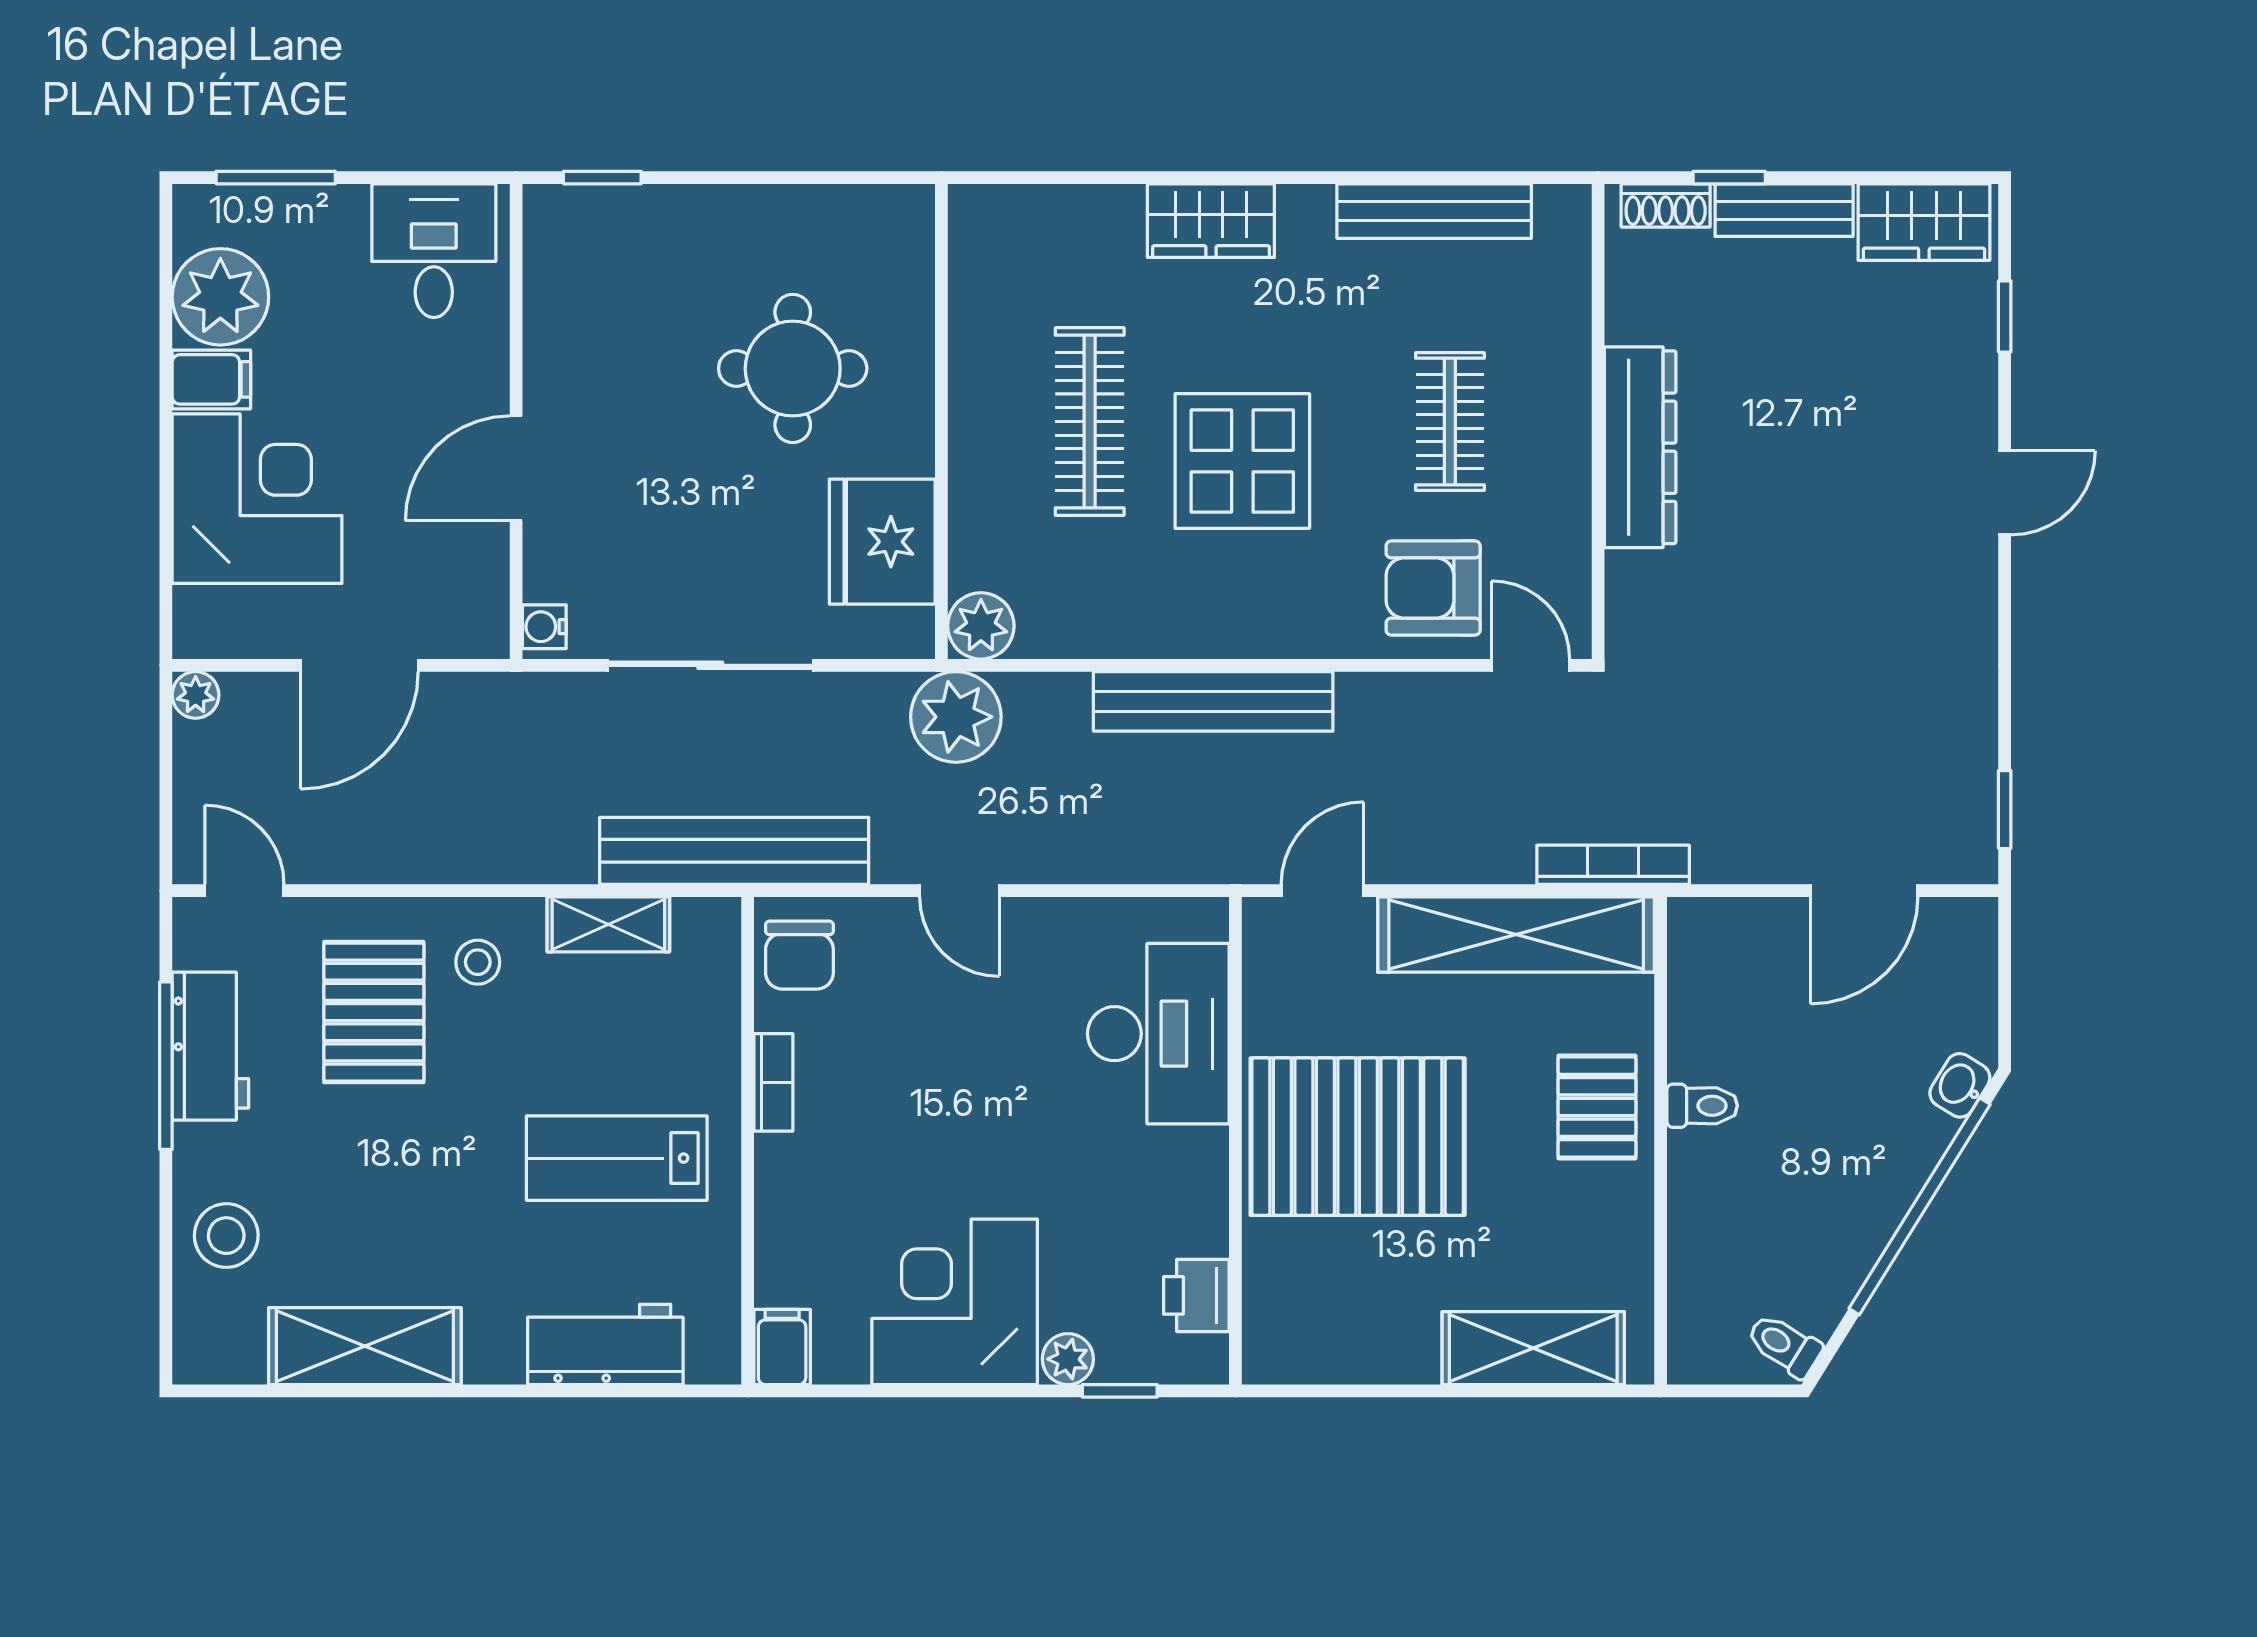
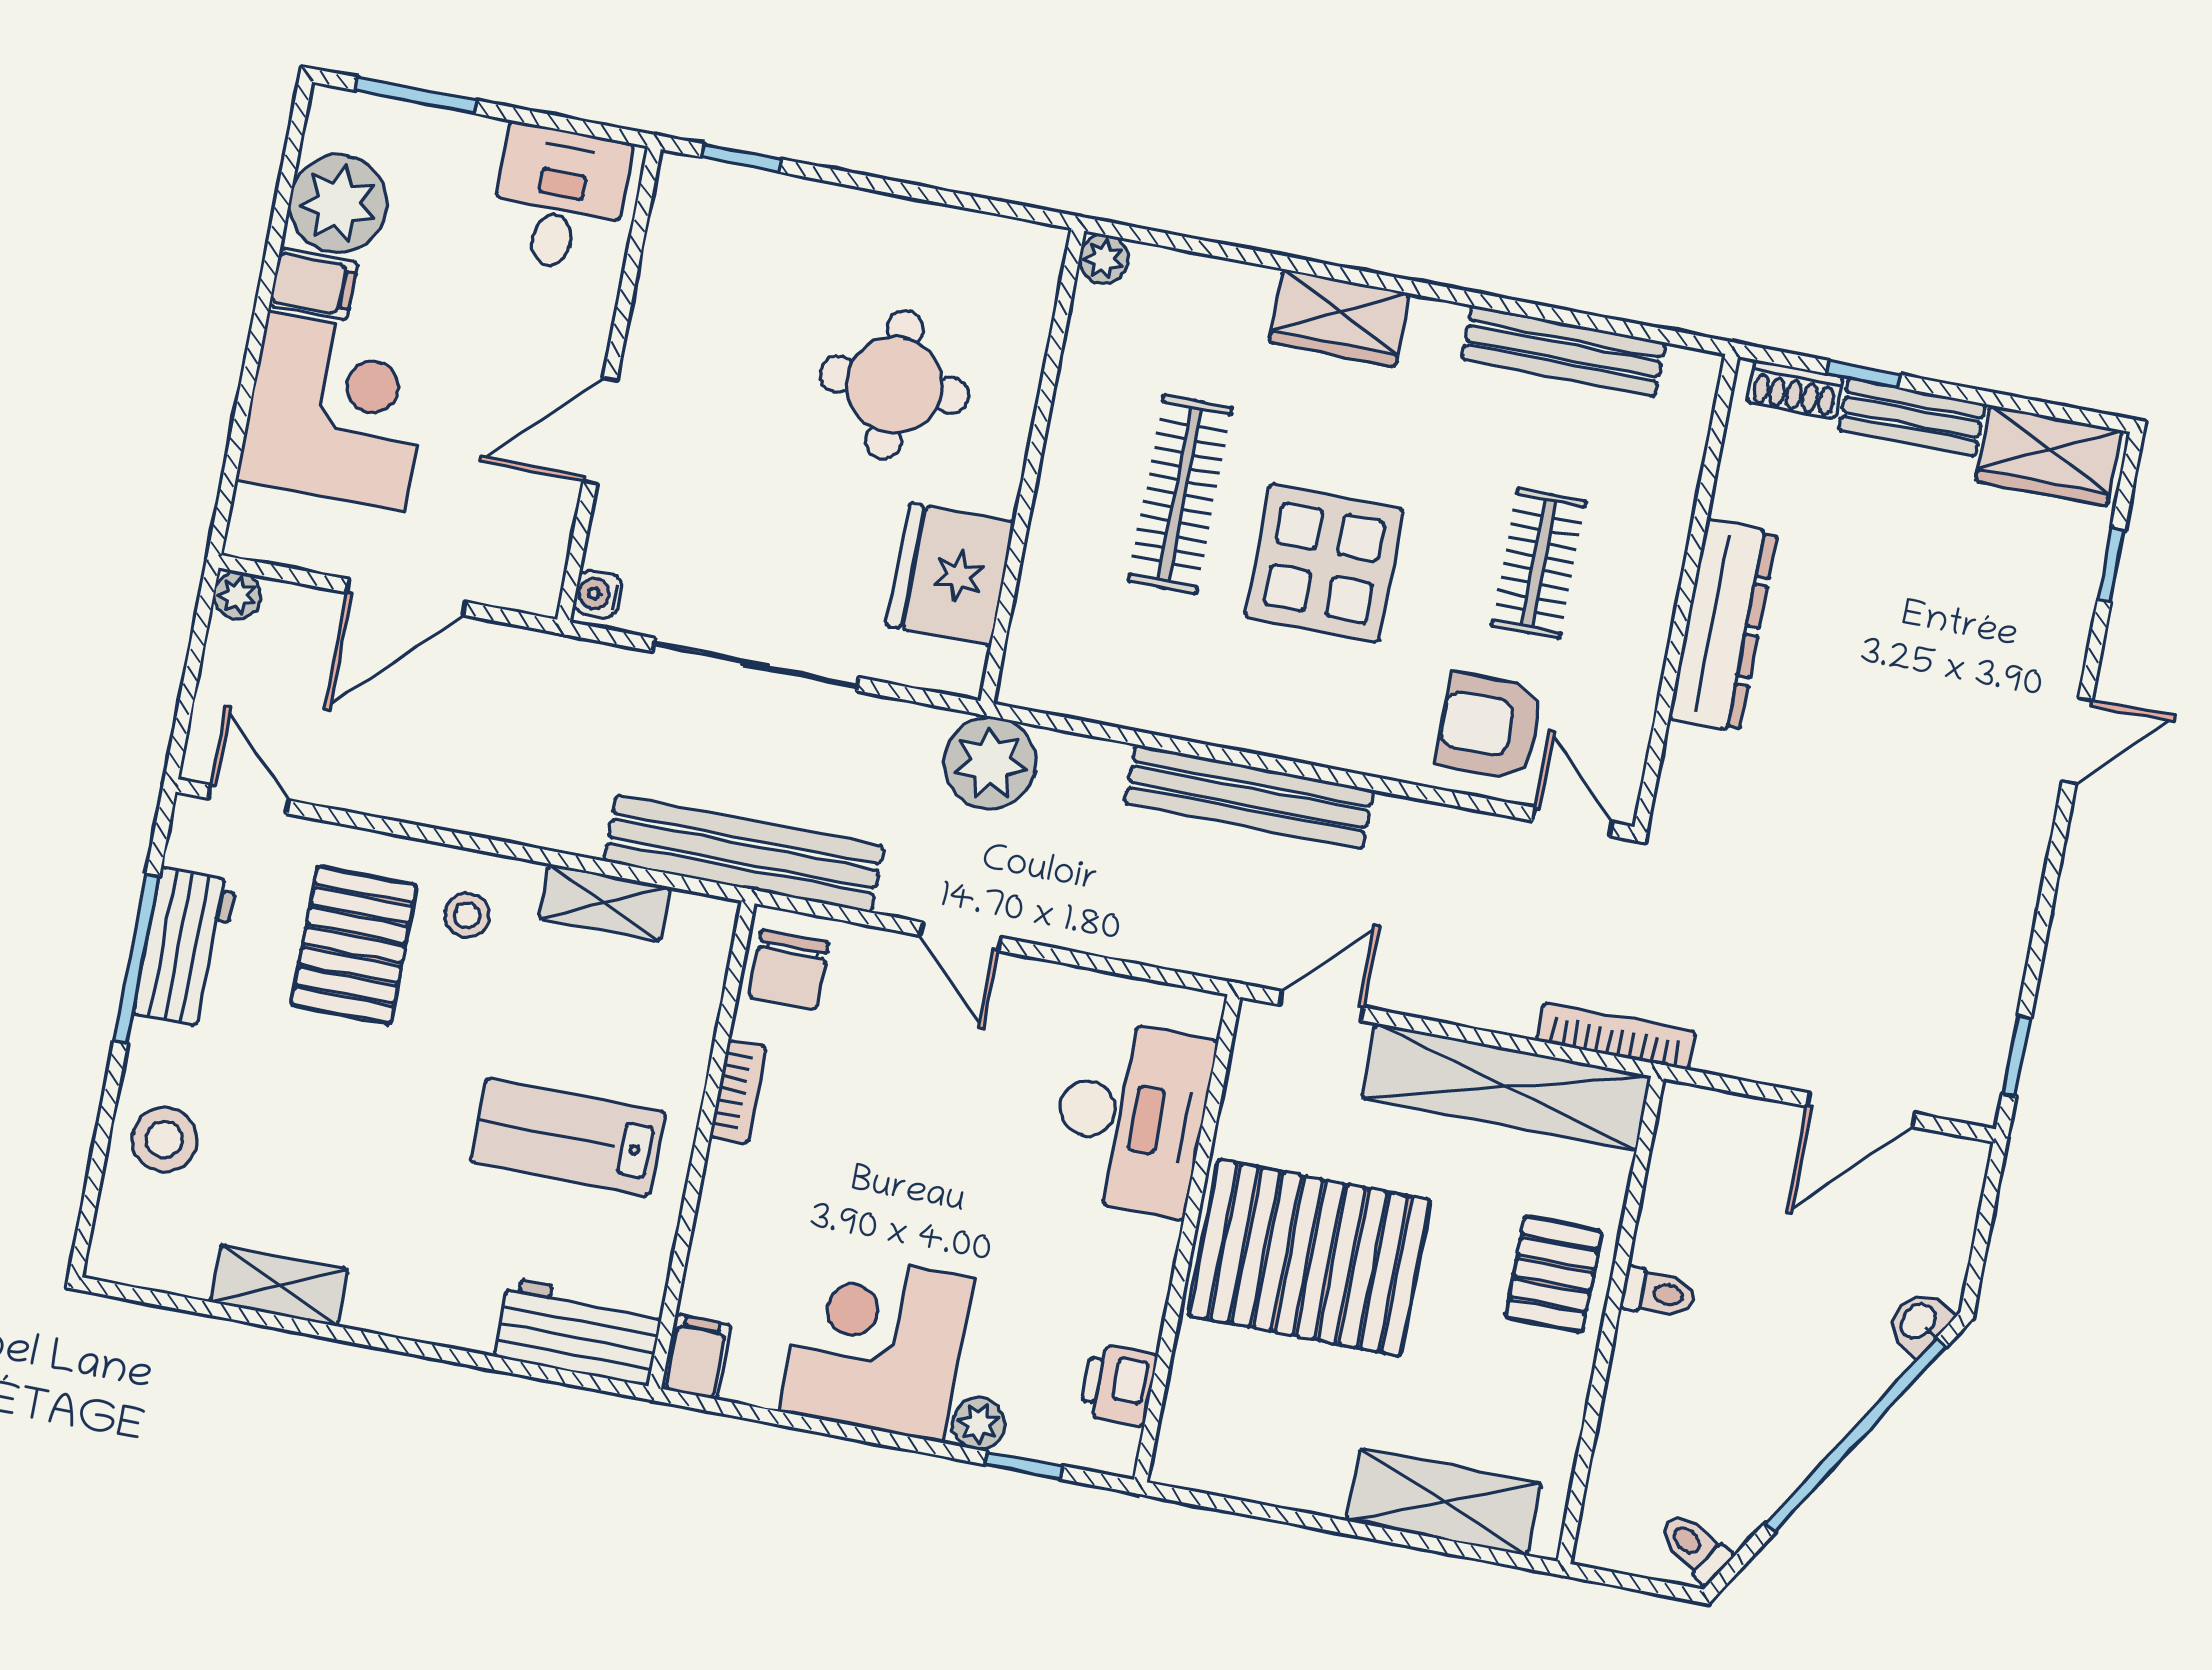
plant: (981, 626) -> (1104, 259), moved, width x0.73, depth x0.73
workbench: (605, 1344) -> (579, 1332), moved
shelving: (365, 1346) -> (279, 1286), width x0.67, depth x0.75

